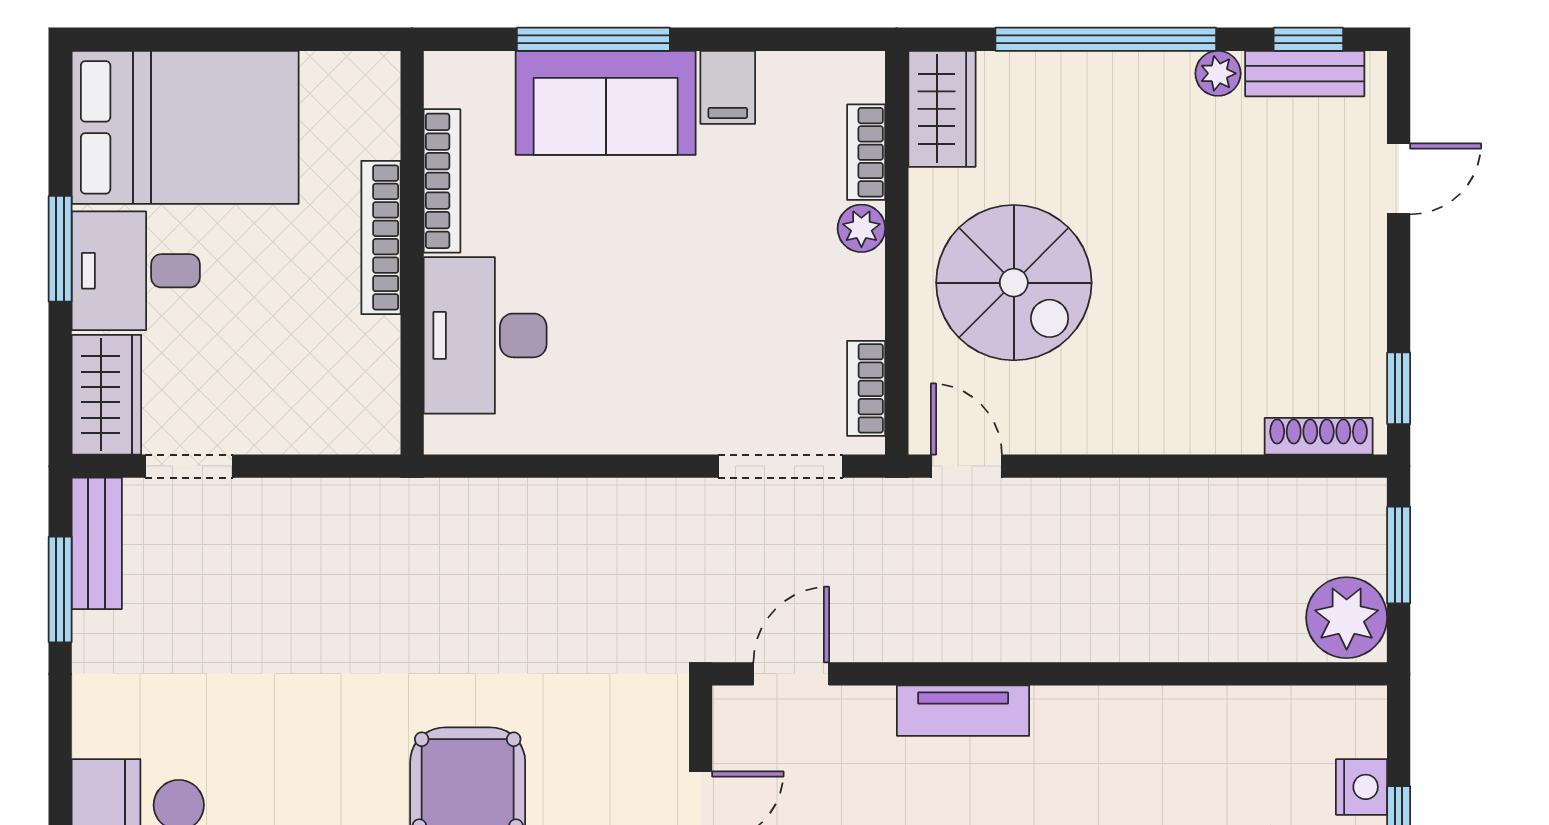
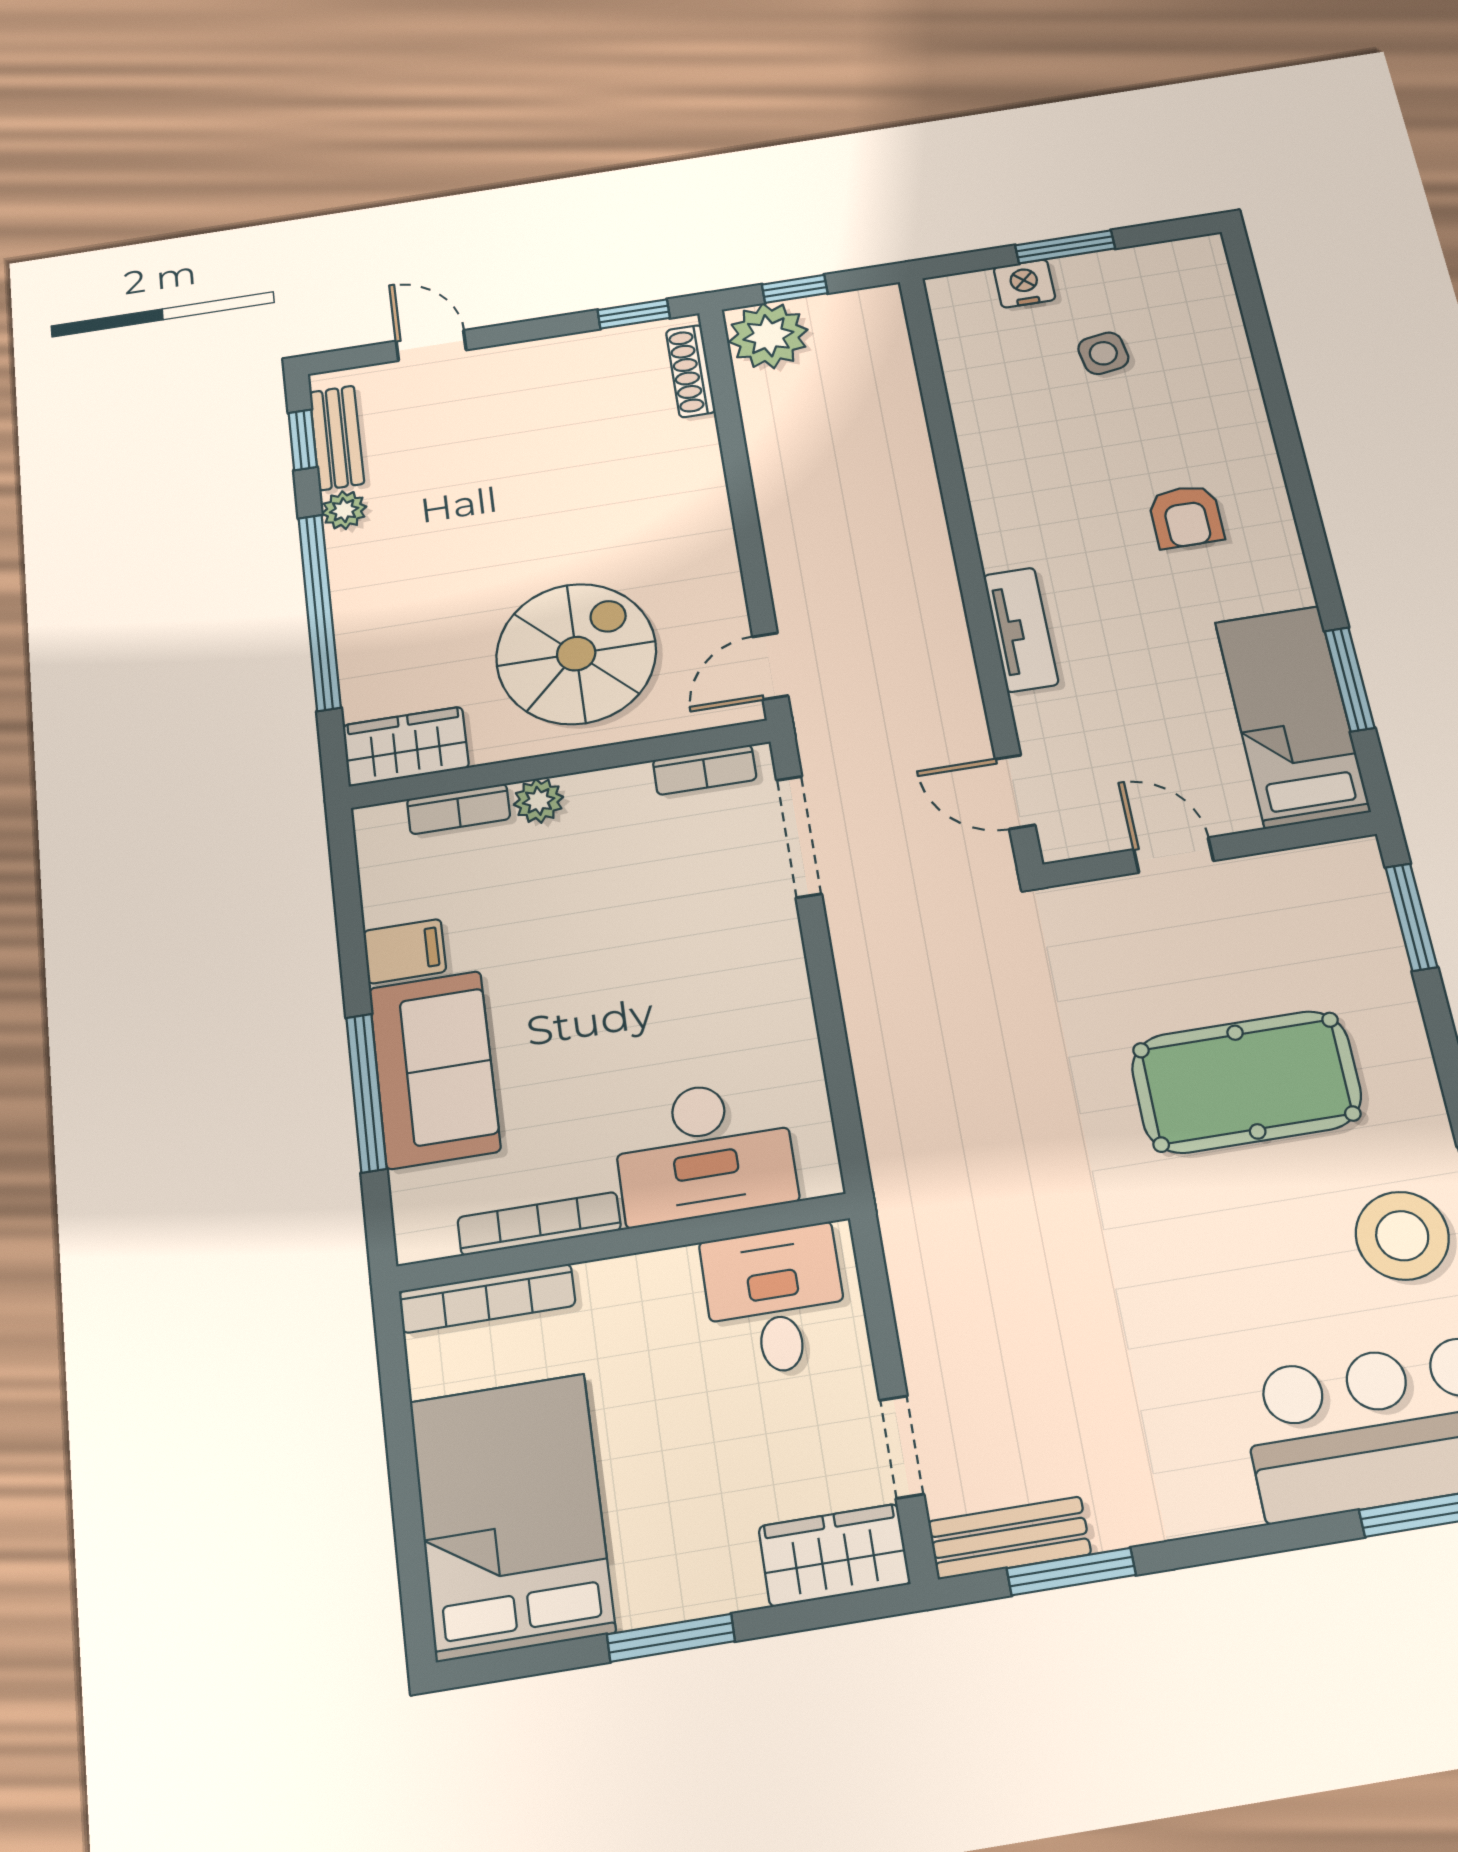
bookcase: (381, 237) -> (487, 1298), moved
desk: (136, 271) -> (775, 1300), moved, turned 180
window: (1399, 555) -> (795, 289), width x0.67
plant: (1347, 618) -> (768, 336), moved

